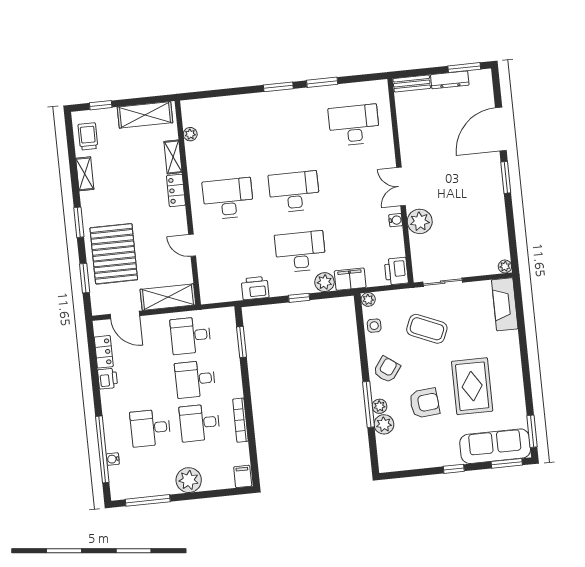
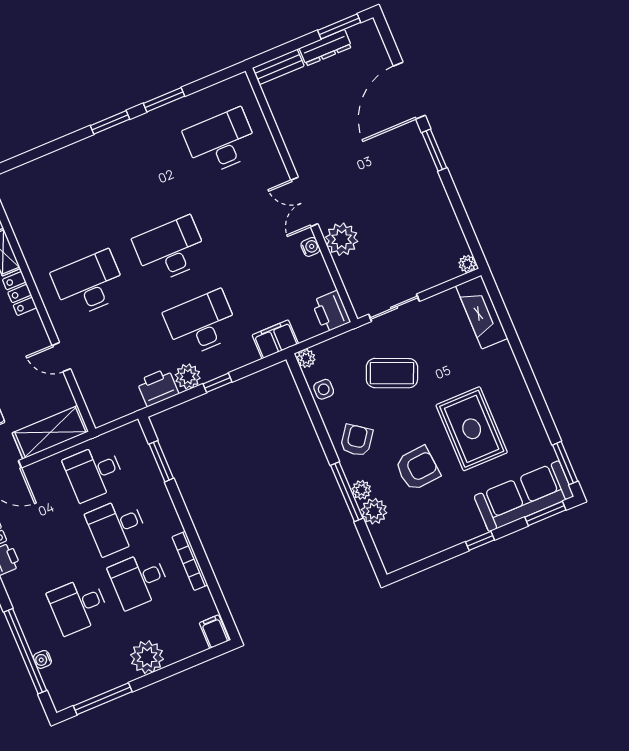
plant: (190, 134) -> (16, 216), removed
plant: (324, 282) -> (188, 376), moved

